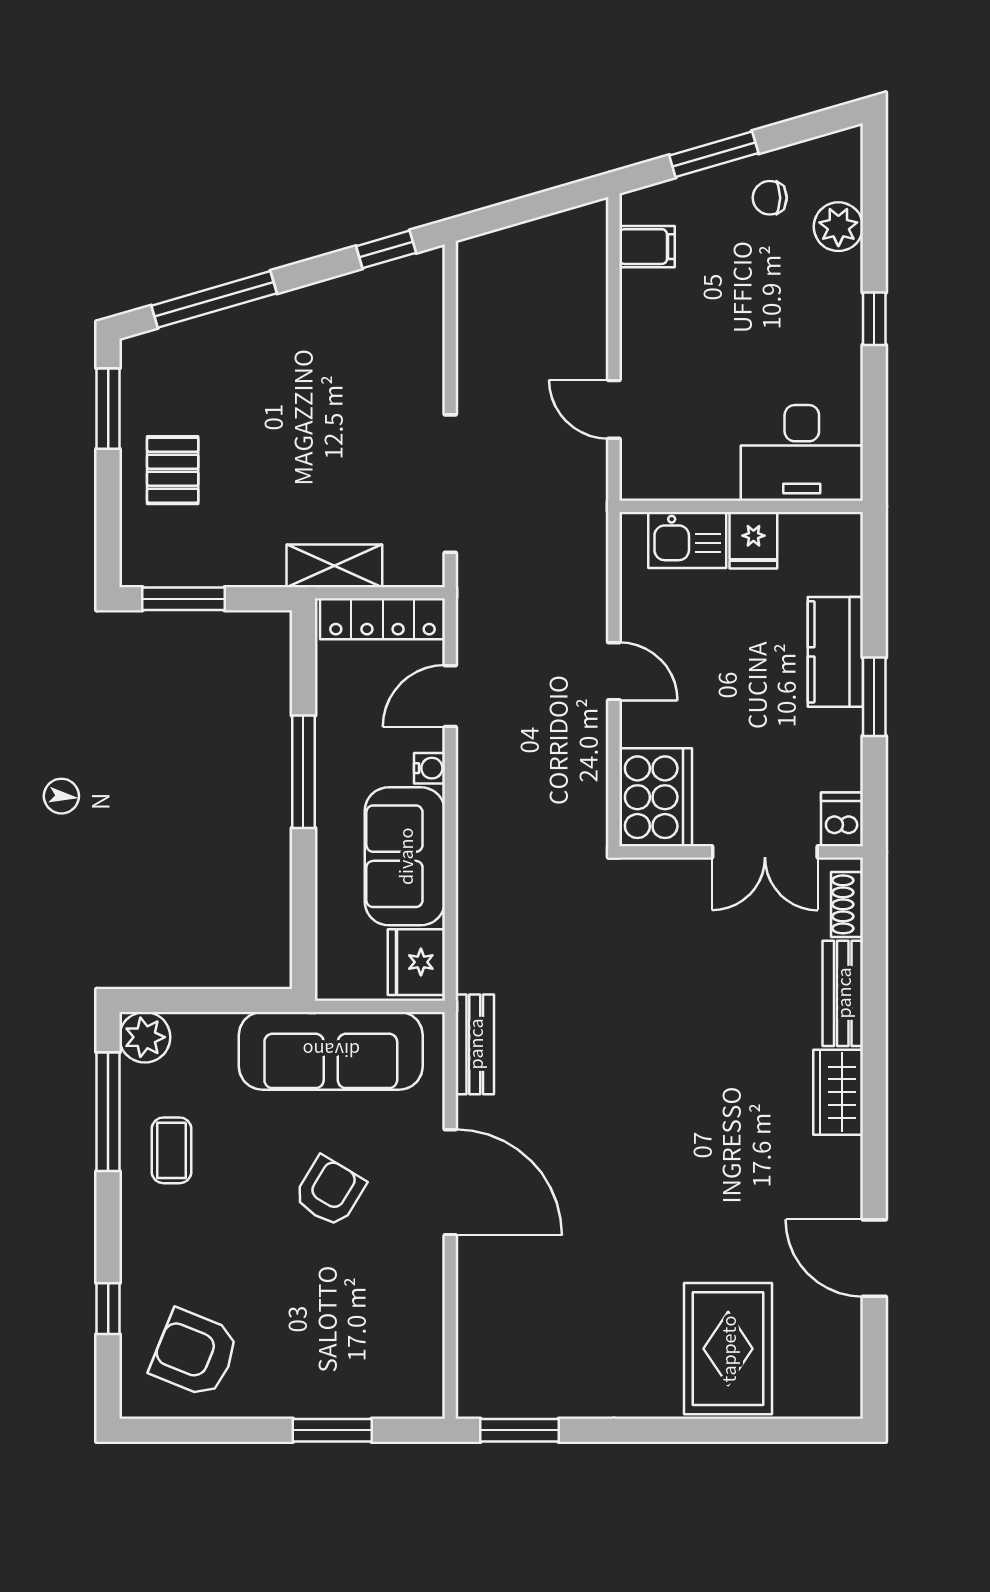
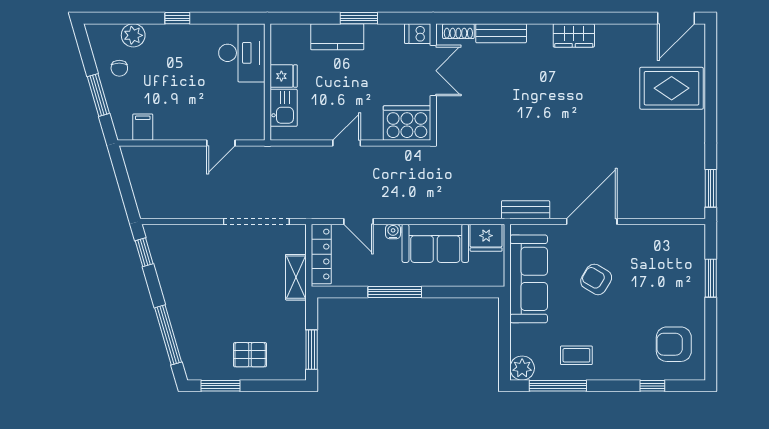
wardrobe: (838, 1092) -> (574, 35), moved
door: (874, 1258) -> (676, 18), moved
armchair: (195, 1353) -> (674, 344), turned 68

